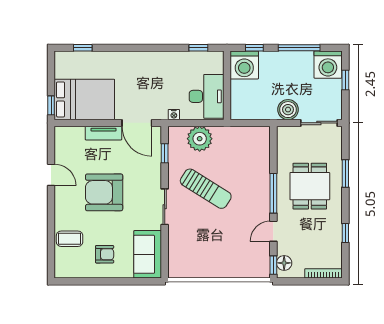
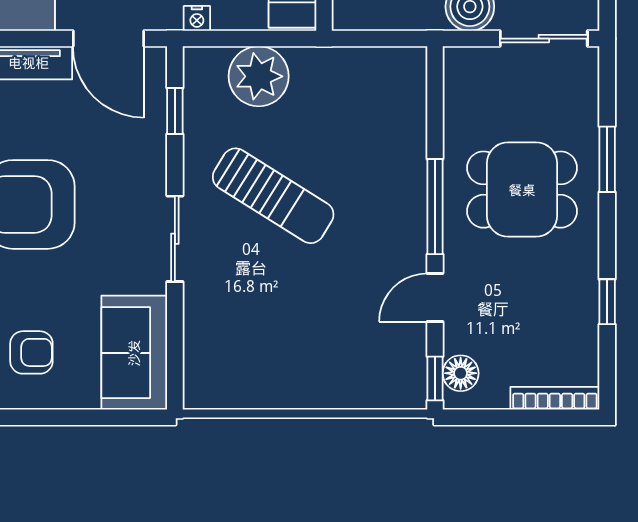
dining table: (310, 186) -> (522, 190), turned 90

